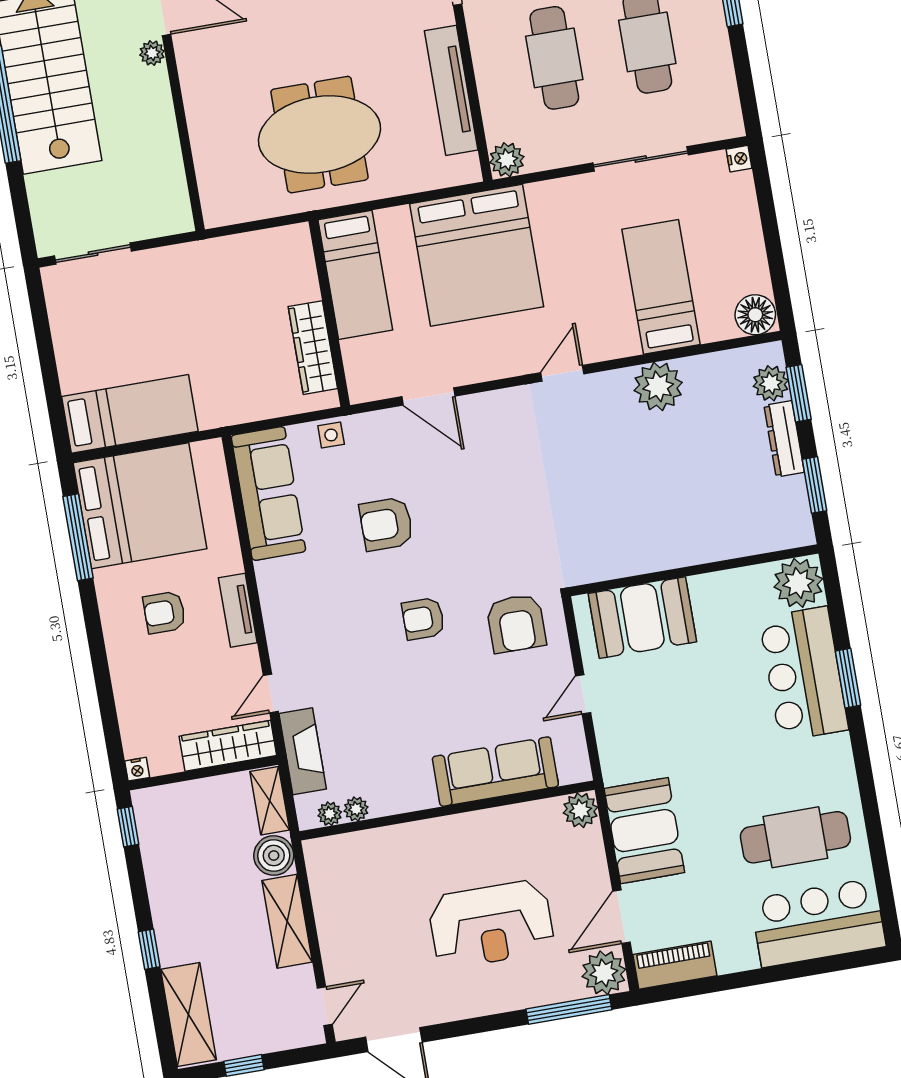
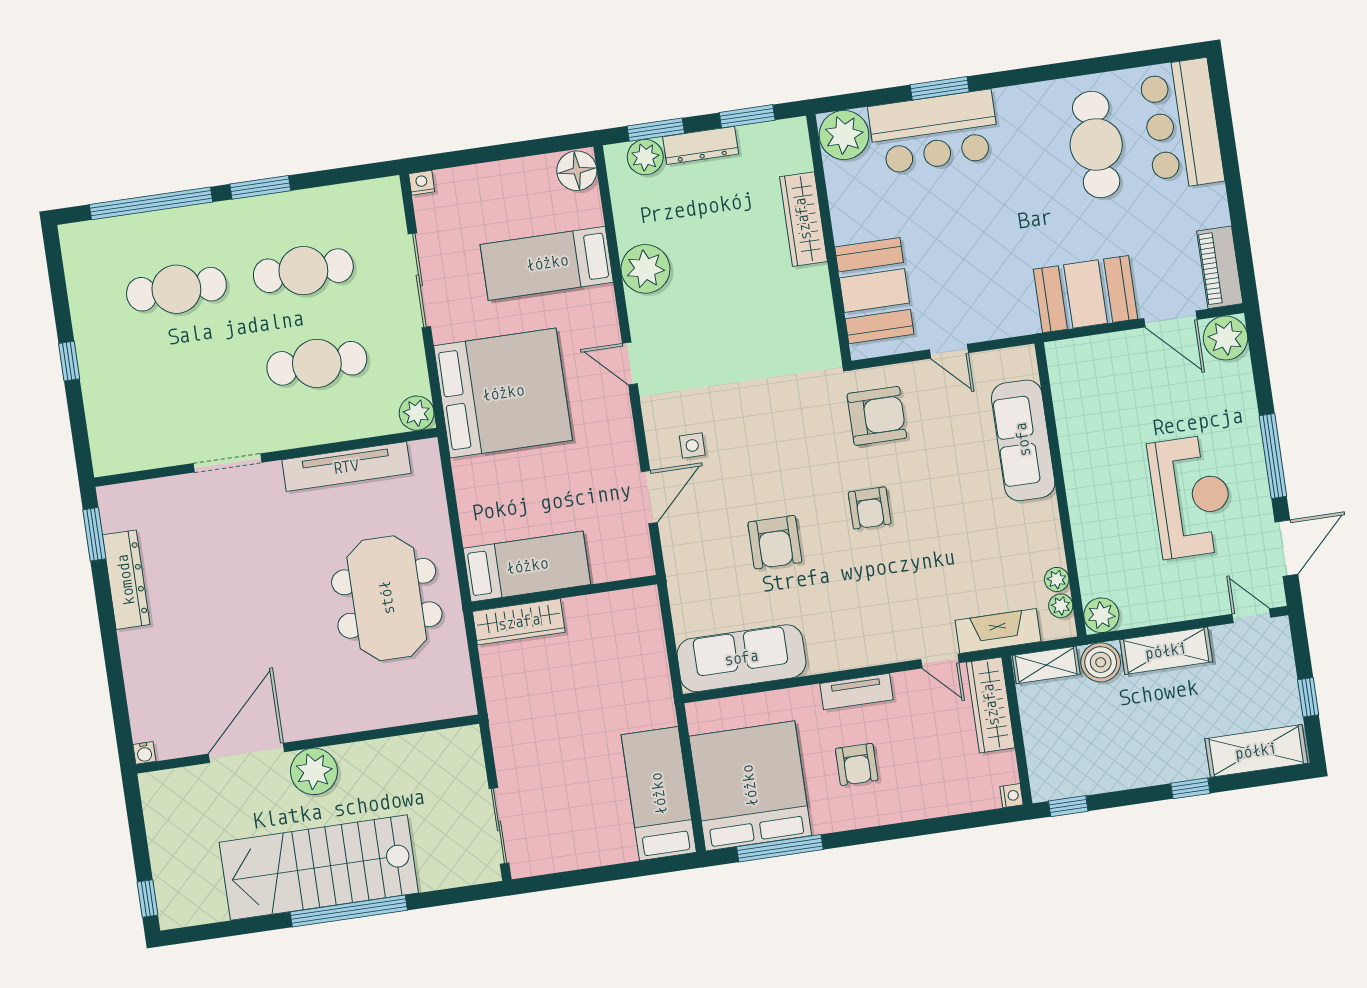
plant: (152, 53) -> (314, 771), width x1.88, depth x1.88
bed: (477, 255) -> (503, 393), moved
wardrobe: (313, 348) -> (519, 622), moved
side table: (331, 435) -> (692, 445), moved
wardrobe: (712, 544) -> (803, 219), added
plant: (580, 810) -> (1101, 615), moved
reception desk: (491, 924) -> (1191, 497), moved
window: (569, 1009) -> (1273, 456), moved

